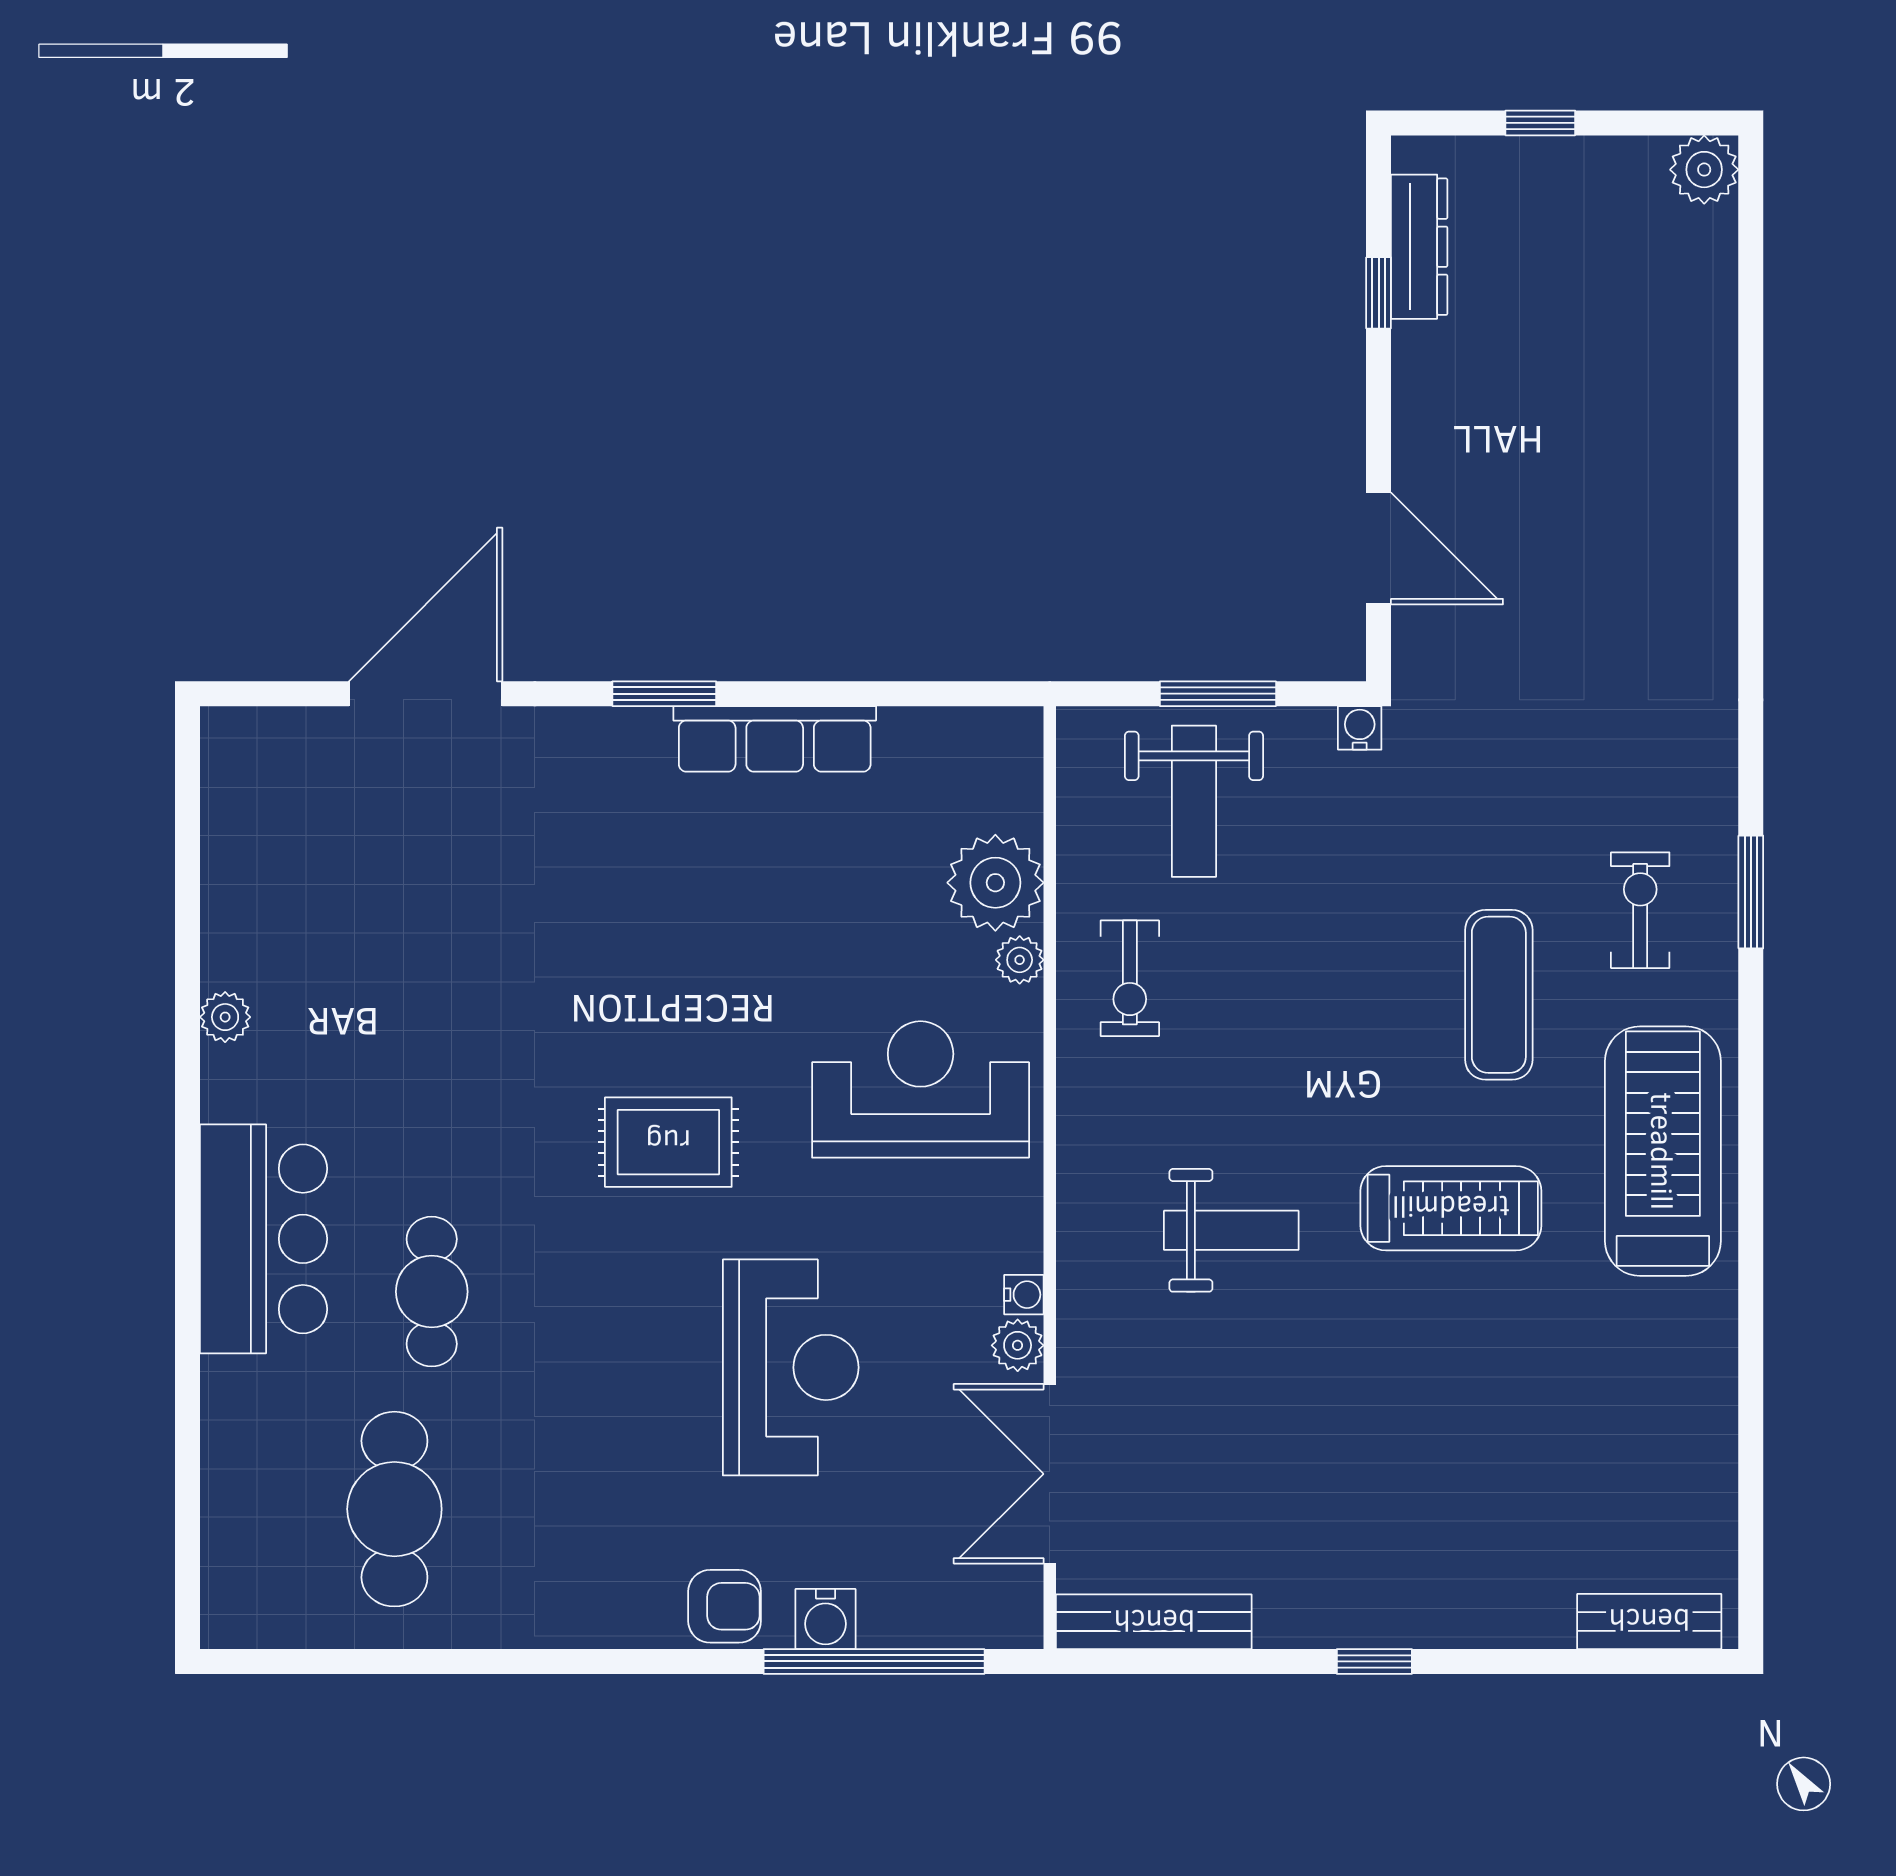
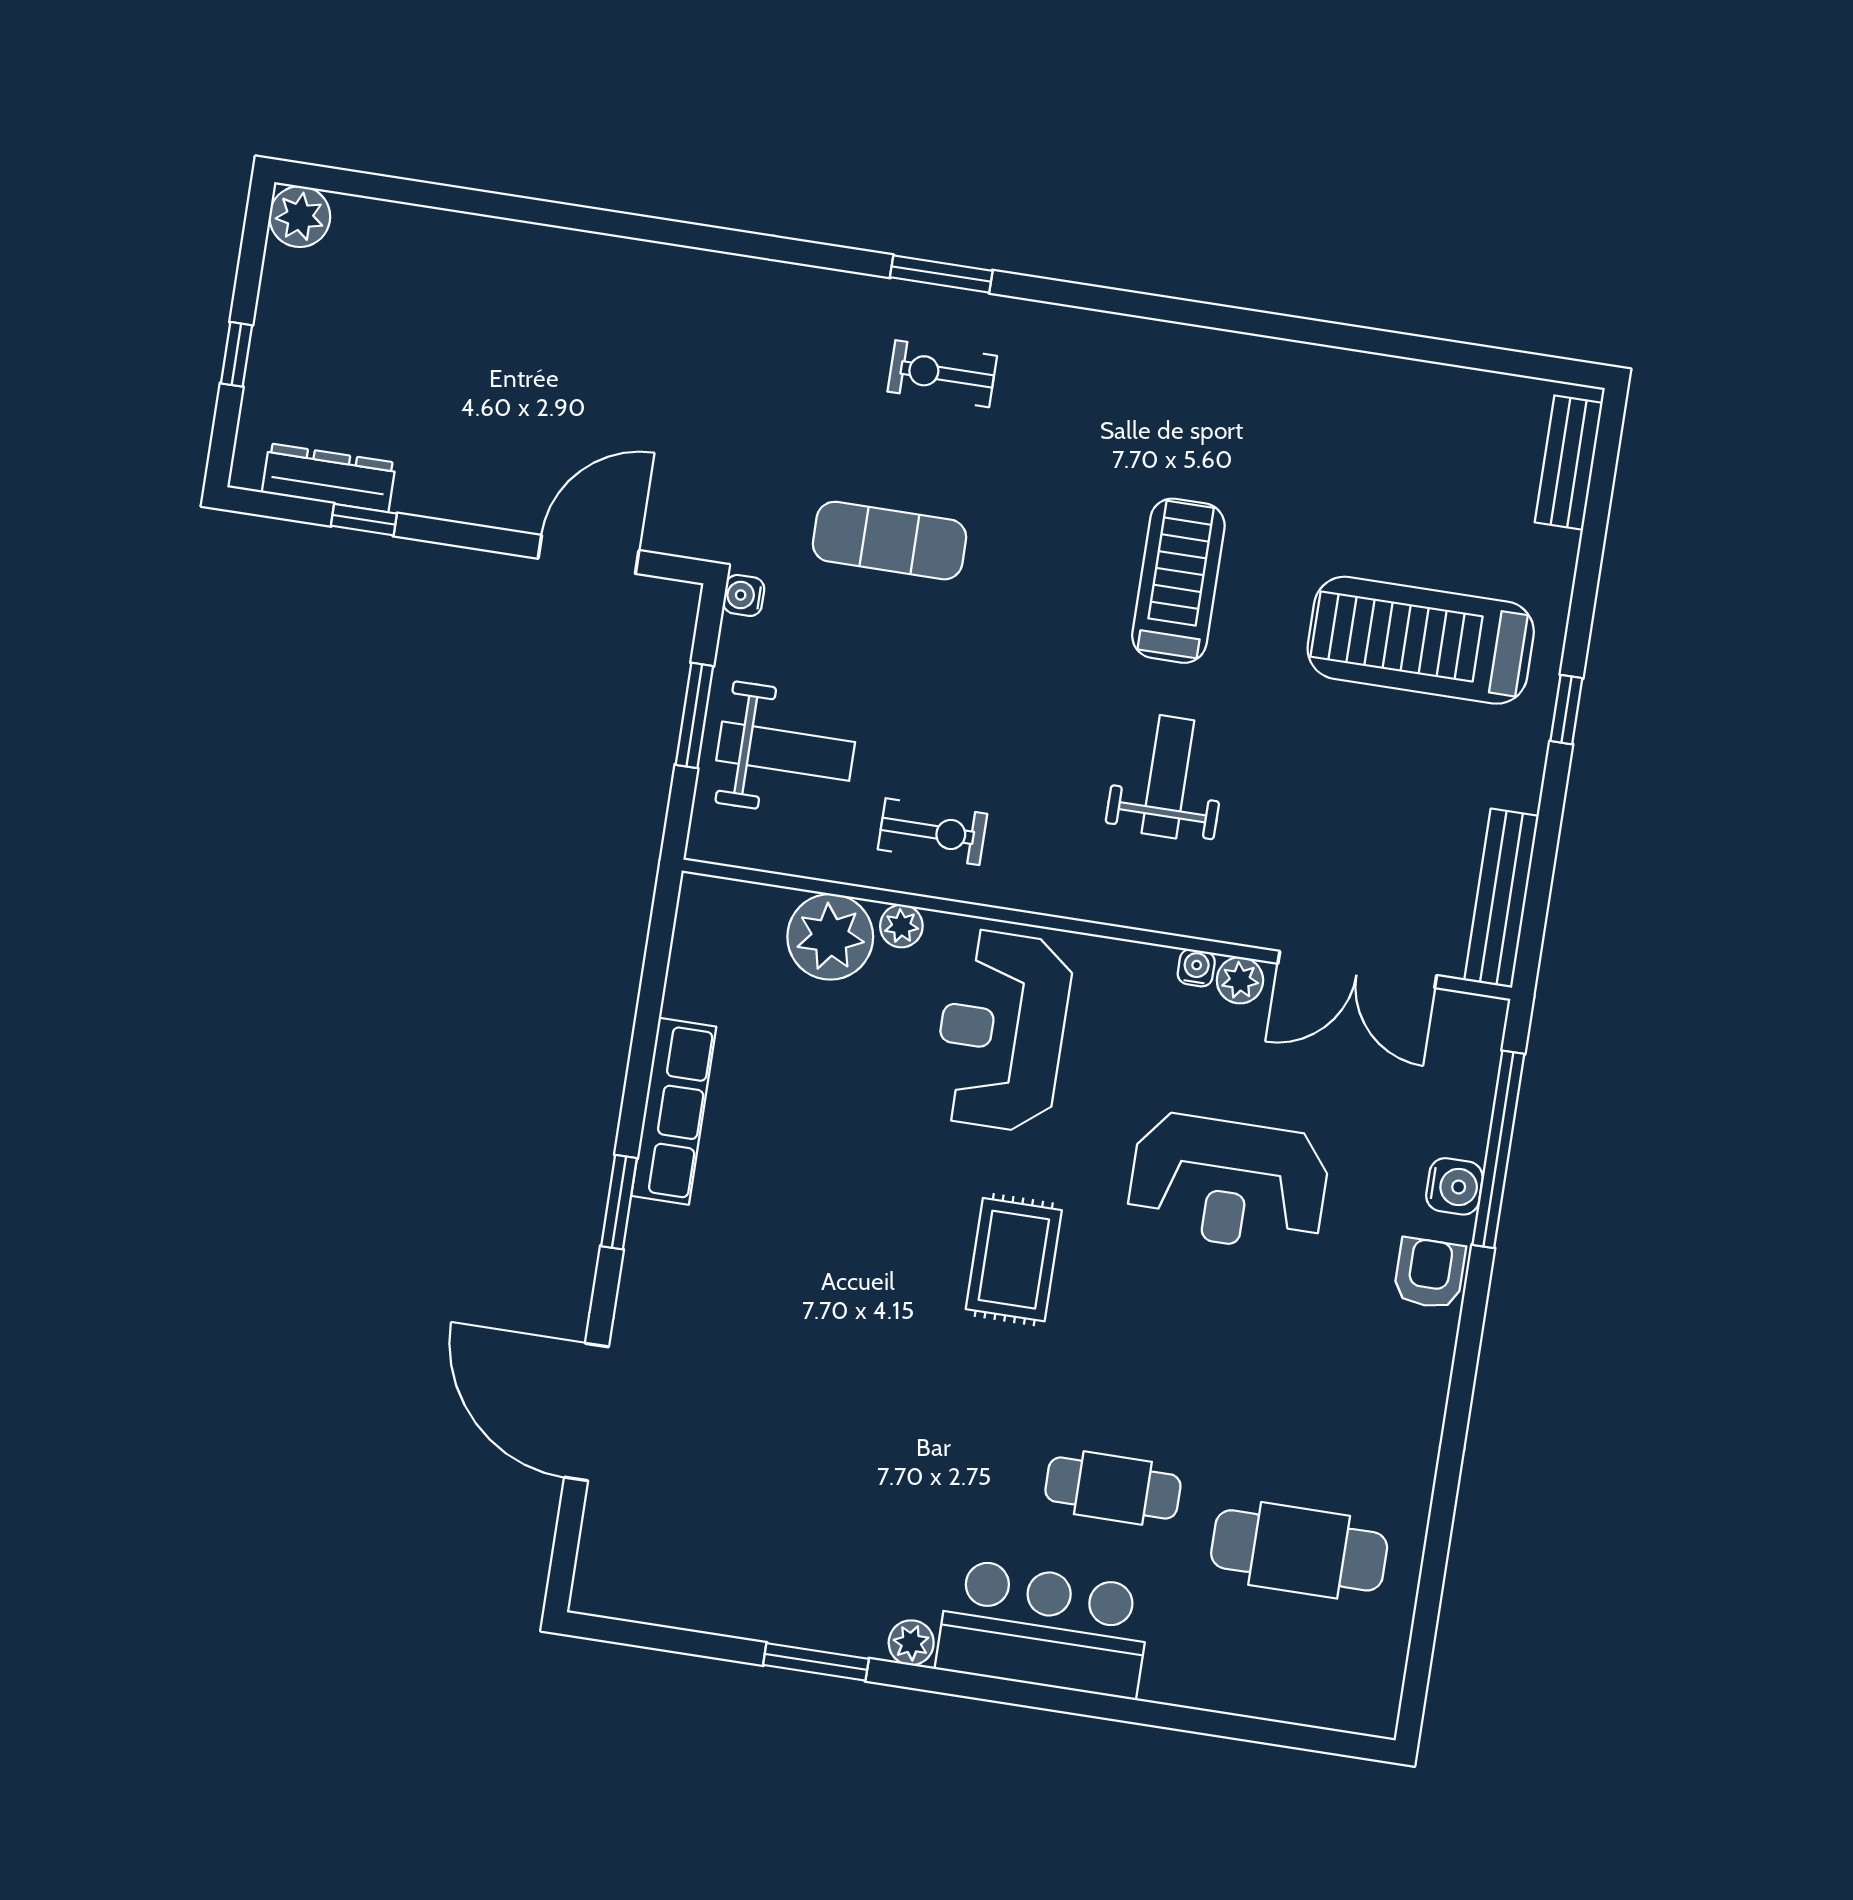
window: (187, 992) -> (816, 1662), added
exercise mat: (1499, 995) -> (889, 541), moved
plant: (225, 1017) -> (911, 1643), moved
treadmill: (1663, 1151) -> (1421, 640), moved
reception desk: (791, 1367) -> (1228, 1183), turned 180

